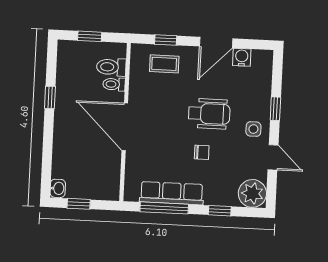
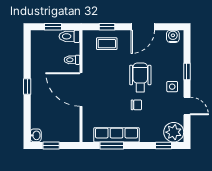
water cooler: (242, 57) -> (173, 36), moved
toilet: (111, 67) -> (69, 36), moved
window: (50, 97) -> (27, 86), moved
wheelchair: (209, 114) -> (140, 77), turned -90
window: (164, 208) -> (112, 146), width x0.69
window: (220, 211) -> (163, 146), moved

